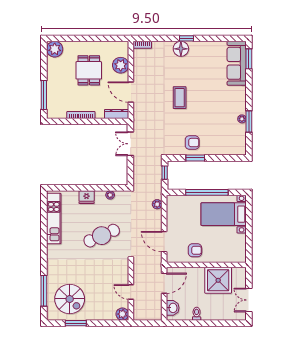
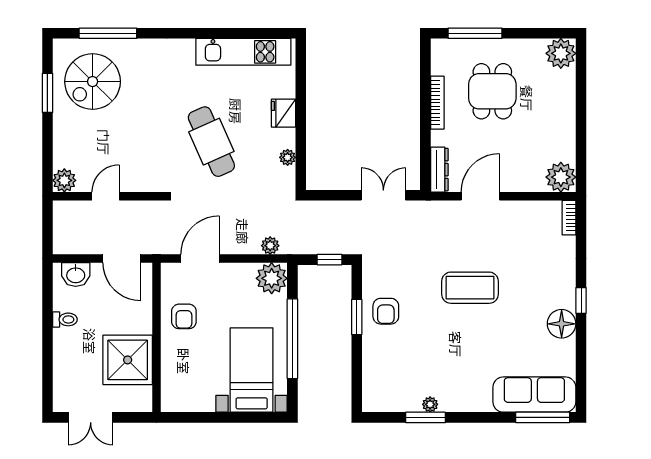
floor lamp: (181, 49) -> (562, 324), moved
window: (249, 59) -> (543, 417), width x1.44
plant: (121, 65) -> (561, 177), moved
dining table: (89, 70) -> (492, 91), moved, turned 90
coffee table: (180, 98) -> (470, 288), width x1.36, depth x1.32
plant: (175, 203) -> (272, 278), added
double door: (249, 300) -> (91, 417), swing flipped

